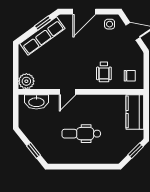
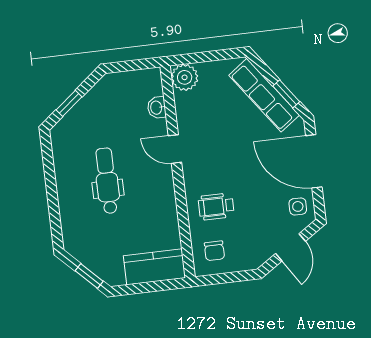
door: (84, 12) -> (314, 161), width x1.36
washbasin: (36, 102) -> (157, 108), width x0.52, depth x0.69

